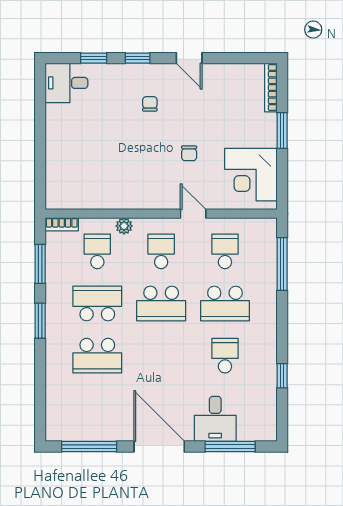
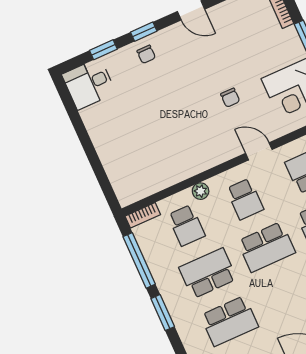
chair: (150, 104) -> (146, 54), moved, turned 180
school desk: (97, 251) -> (186, 225), turned 180
school desk: (161, 251) -> (245, 199), turned 180
window: (40, 264) -> (139, 260), width x1.44

